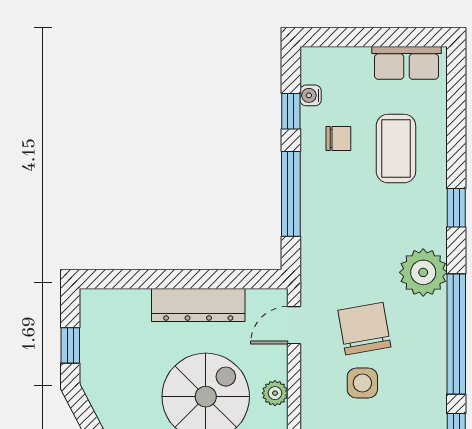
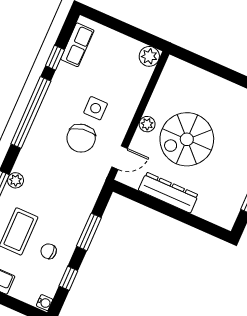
water cooler: (311, 95) -> (45, 303), moved
window: (291, 194) -> (89, 232), width x0.69
plant: (423, 272) -> (16, 180), moved, width x0.53, depth x0.53

